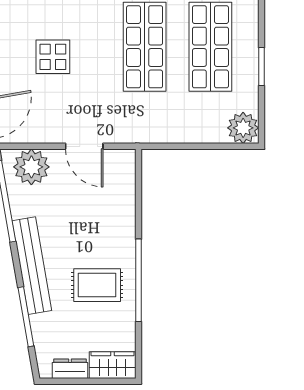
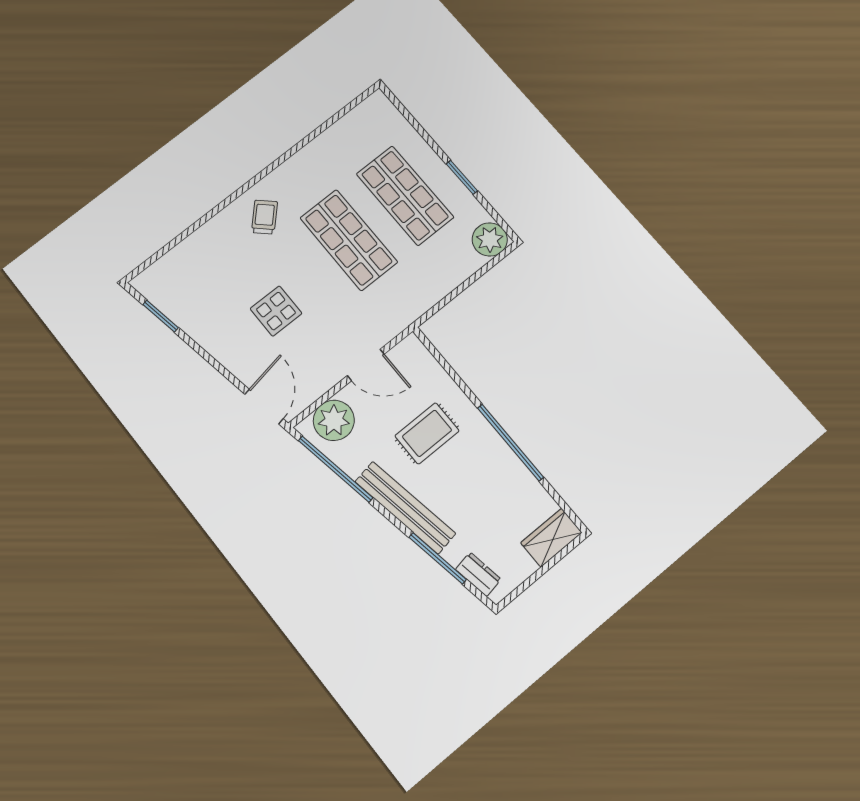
rug: (97, 285) -> (427, 433), moved
dresser: (70, 369) -> (478, 574), moved, turned 80

